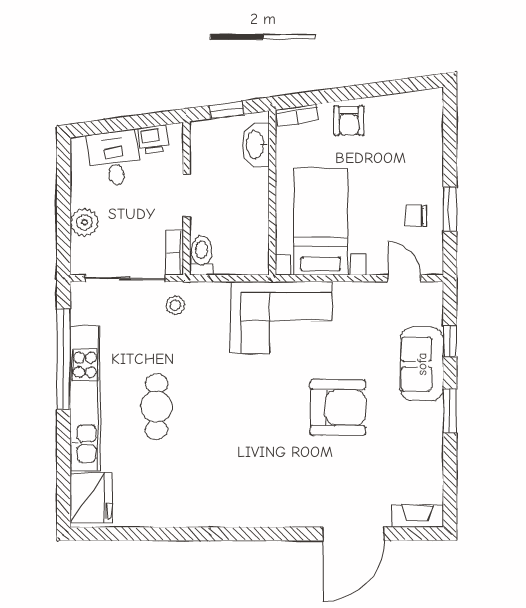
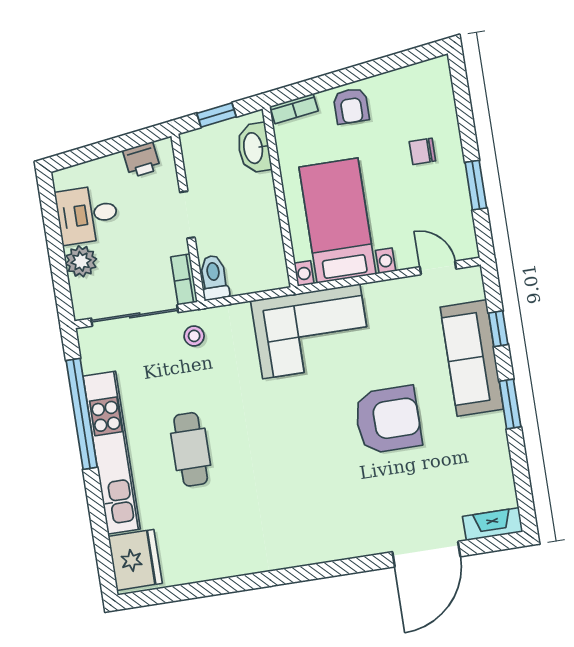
desk: (114, 158) -> (87, 215), moved, turned -82
chair: (416, 216) -> (422, 151), moved
sofa: (422, 364) -> (472, 358), width x1.36

